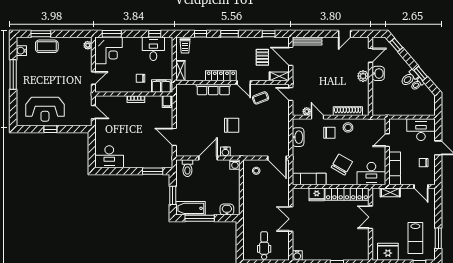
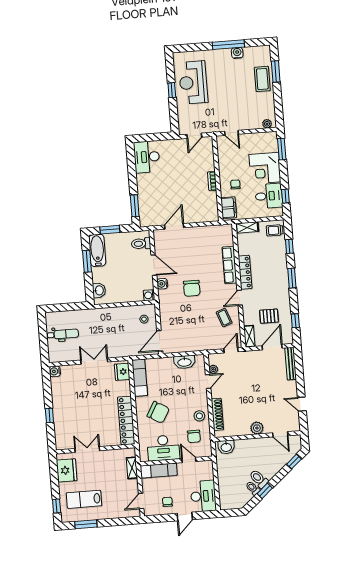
corner desk: (109, 50) -> (265, 168), moved
water cooler: (21, 51) -> (237, 53), moved
washbasin: (378, 73) -> (226, 447), moved
filing cabinet: (167, 102) -> (212, 215), removed
chair: (329, 133) -> (194, 436), moved
desk: (371, 174) -> (163, 448), moved, turned -90
fridge: (317, 194) -> (122, 372), moved
double door: (370, 217) -> (87, 450), moved
window: (200, 218) -> (87, 261), width x0.69

